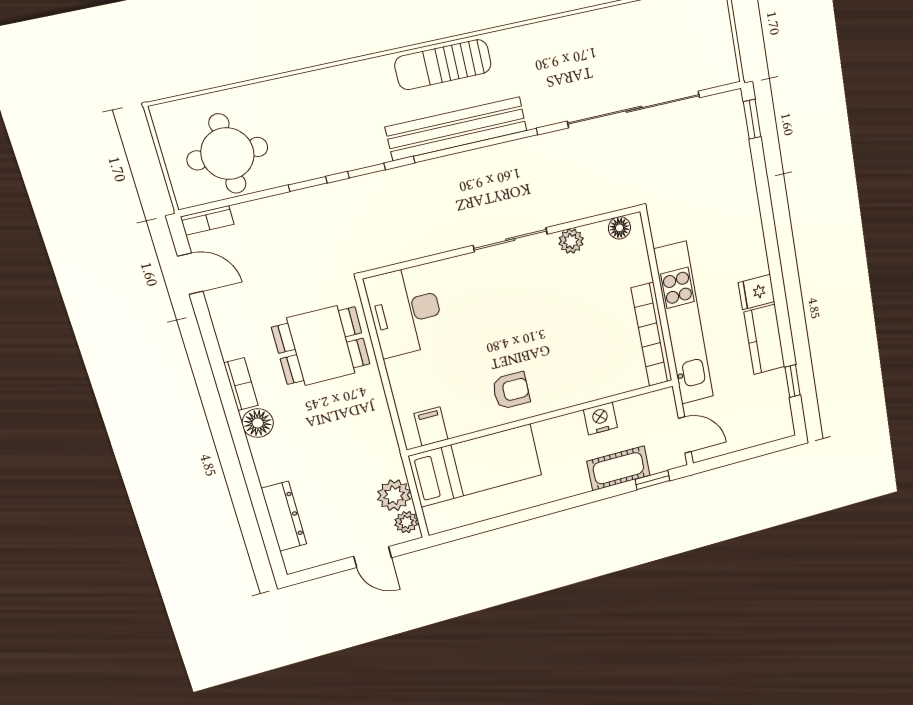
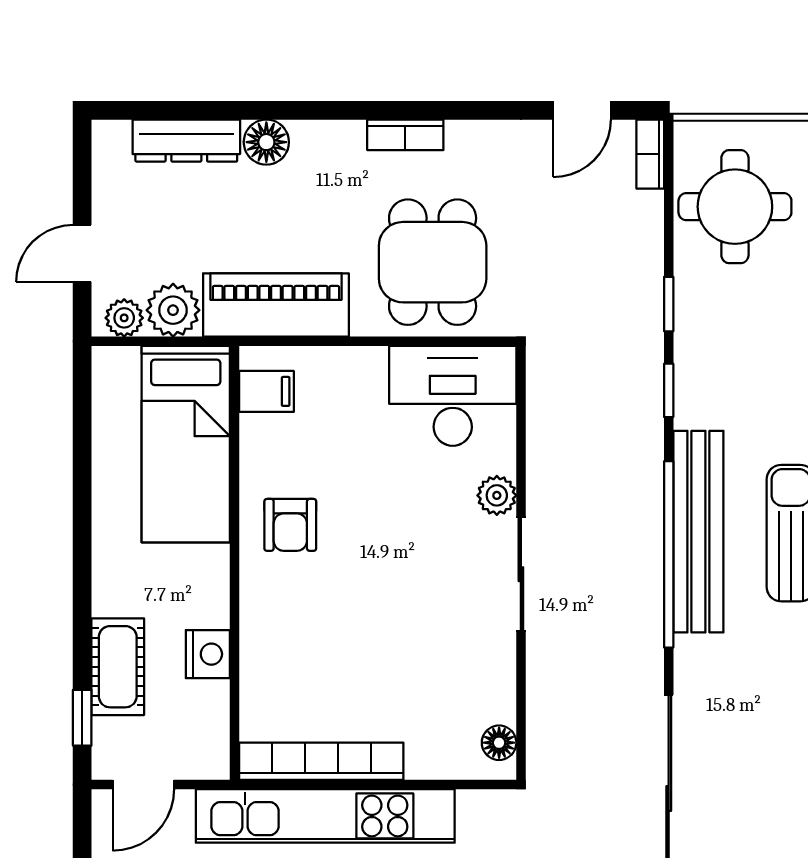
plant: (571, 241) -> (497, 495), moved
floor lamp: (258, 423) -> (266, 142), moved
piano: (375, 435) -> (276, 305), added

